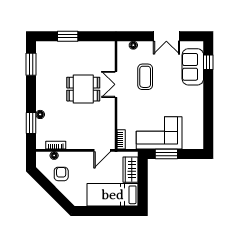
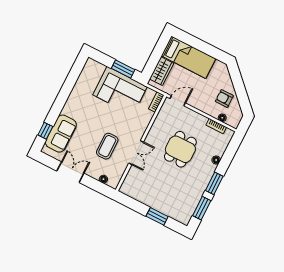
dining table: (83, 89) -> (180, 149), moved, turned 90
window: (31, 123) -> (214, 183), moved
armchair: (61, 174) -> (224, 98), turned 90

